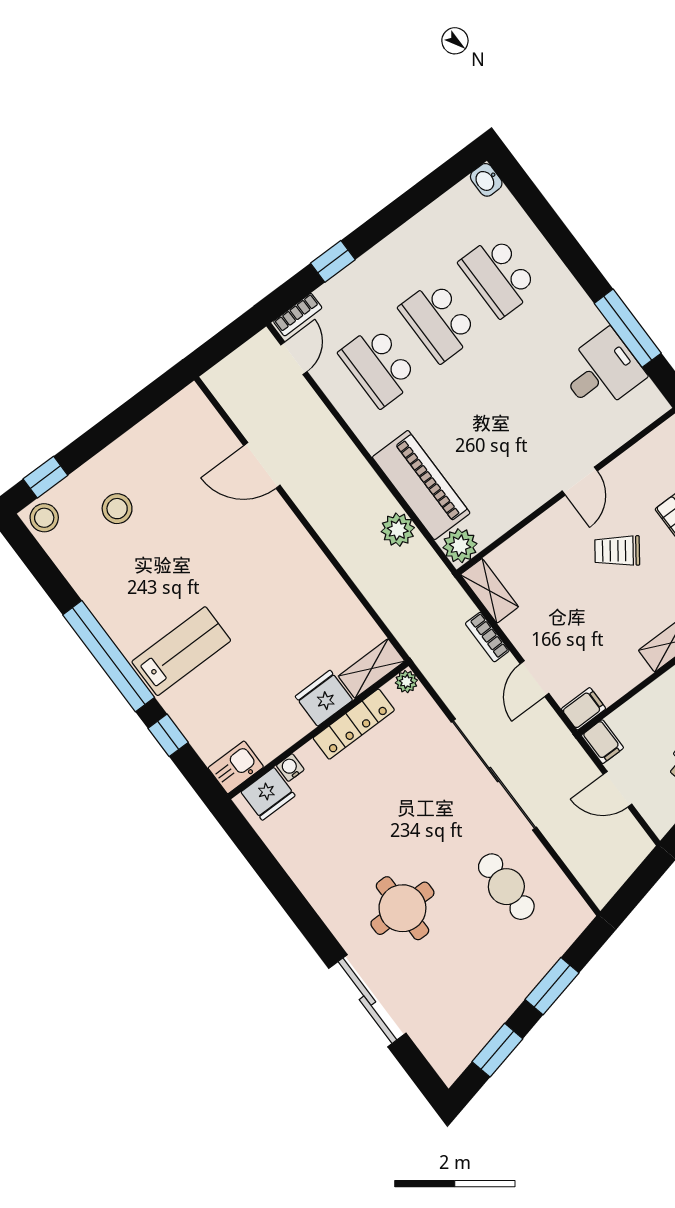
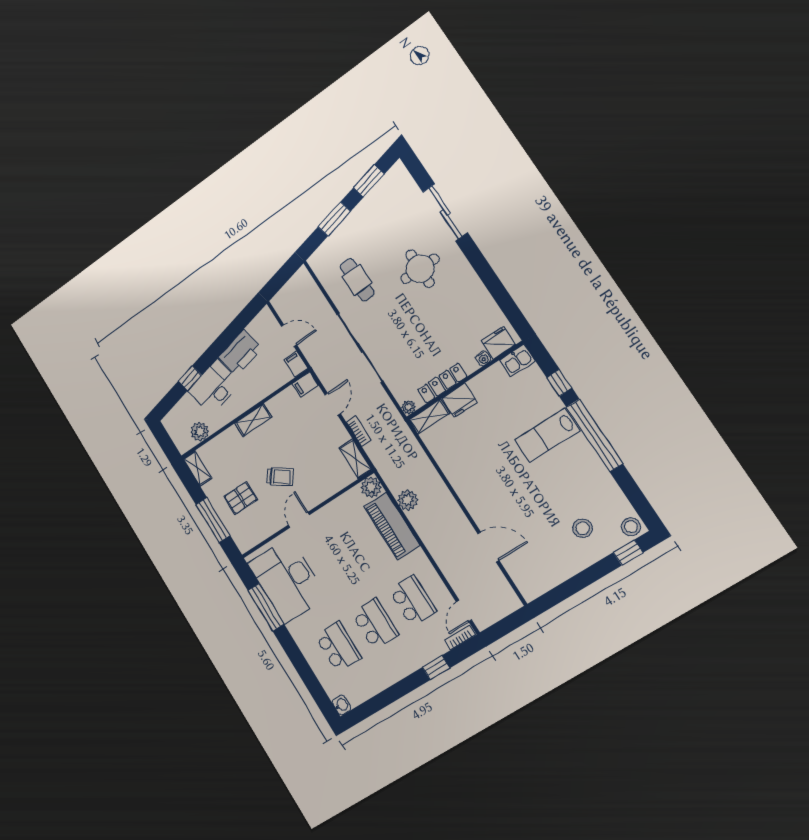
desk: (602, 371) -> (287, 580), width x1.87, depth x1.30

